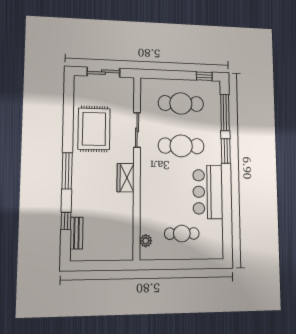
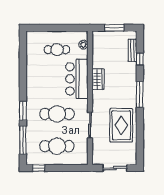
wardrobe: (126, 178) -> (98, 79), moved
bar counter: (208, 192) -> (77, 79), moved, turned 180
window: (102, 266) -> (114, 28), added

